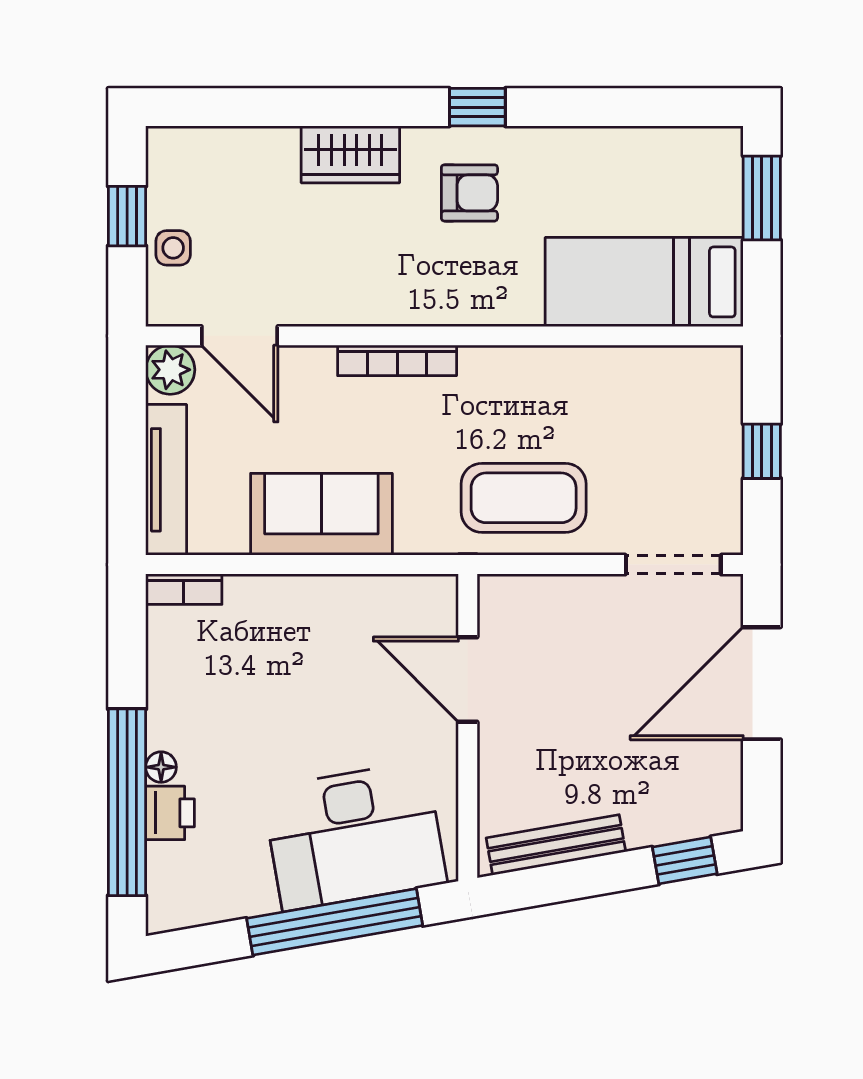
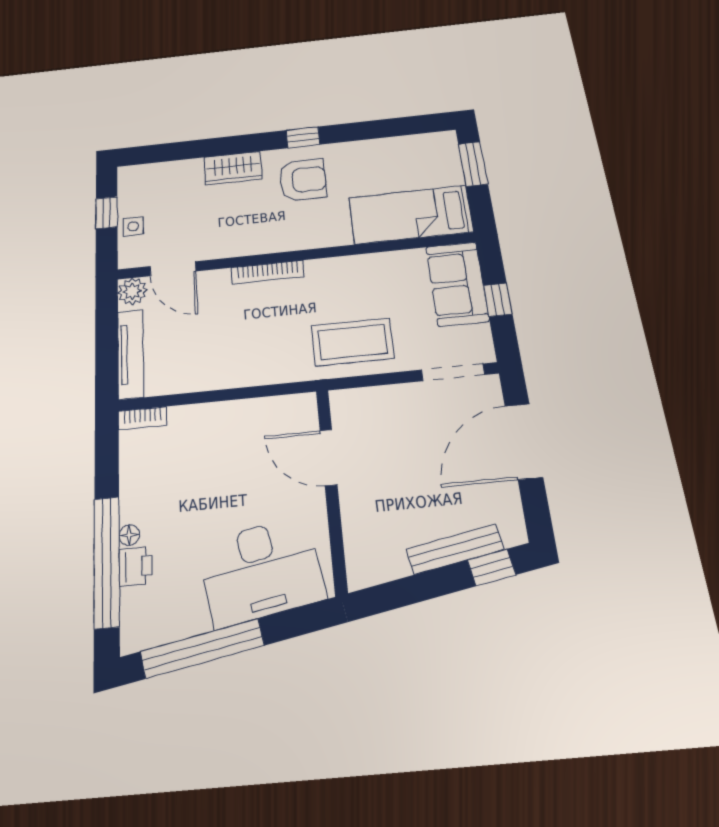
armchair: (469, 193) -> (303, 180), width x1.38, depth x1.38
sofa: (321, 514) -> (457, 284), moved, turned -90
bench: (556, 845) -> (455, 549), moved
window: (335, 922) -> (202, 649), moved

